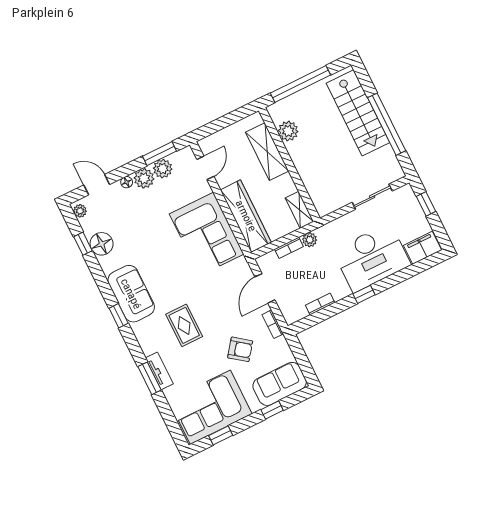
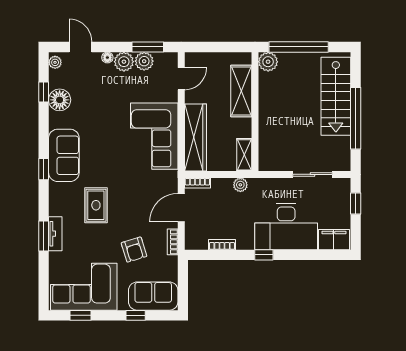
plant: (288, 131) -> (268, 62), moved
bookcase: (289, 248) -> (197, 183), moved
armchair: (240, 349) -> (134, 250), turned 36

